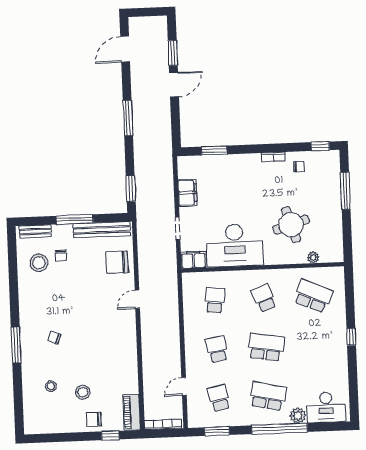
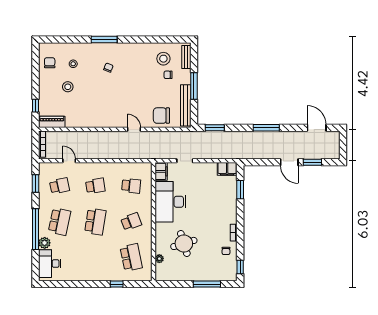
filing cabinet: (187, 193) -> (227, 169), moved
chair: (117, 262) -> (161, 116), turned -90
school desk: (313, 296) -> (131, 257), turned -36
window: (351, 337) -> (117, 284), moved
chair: (94, 419) -> (50, 63), moved

